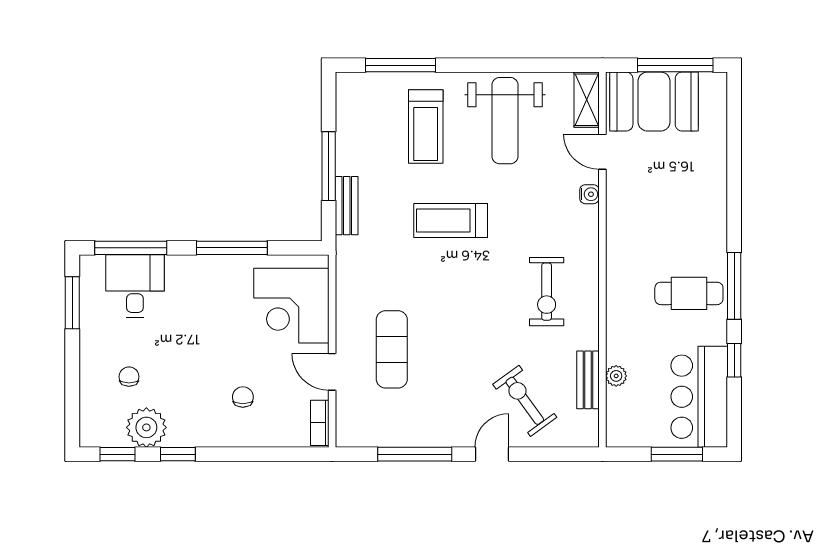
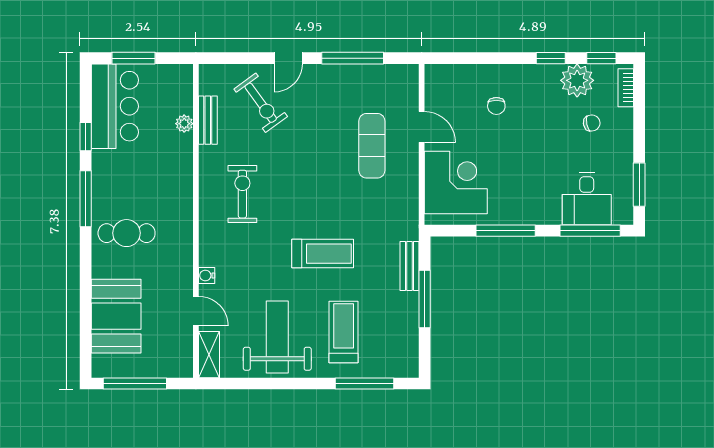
booth: (654, 102) -> (116, 316), moved, turned 90
cafe table: (689, 293) -> (127, 233), moved
chair: (129, 377) -> (592, 123), turned -102
bookcase: (320, 423) -> (626, 88), moved, turned 180

